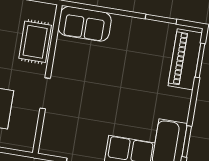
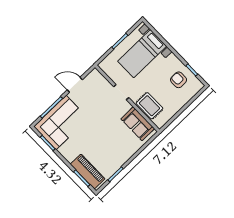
sofa: (85, 24) -> (138, 124), moved, turned -90

